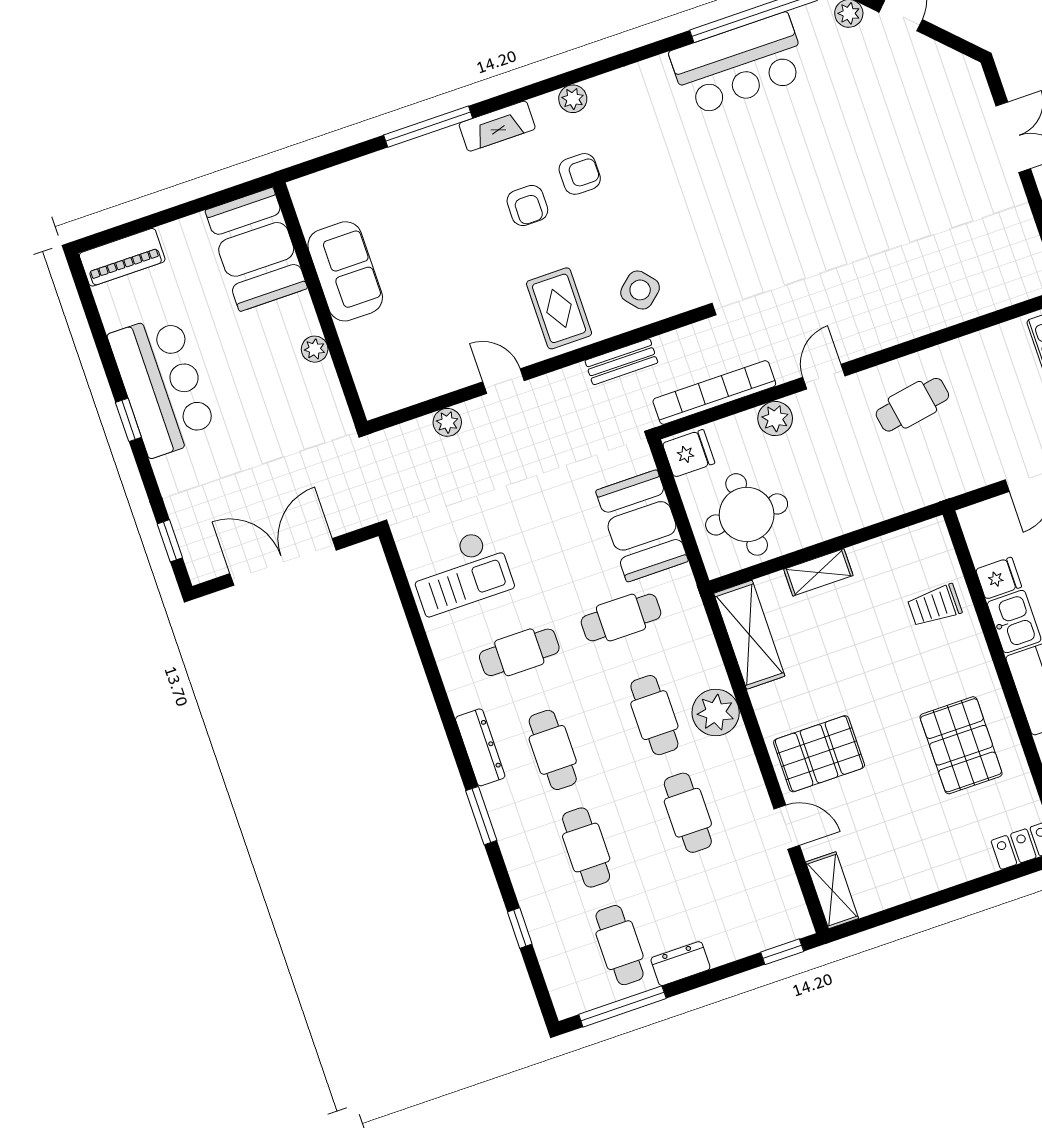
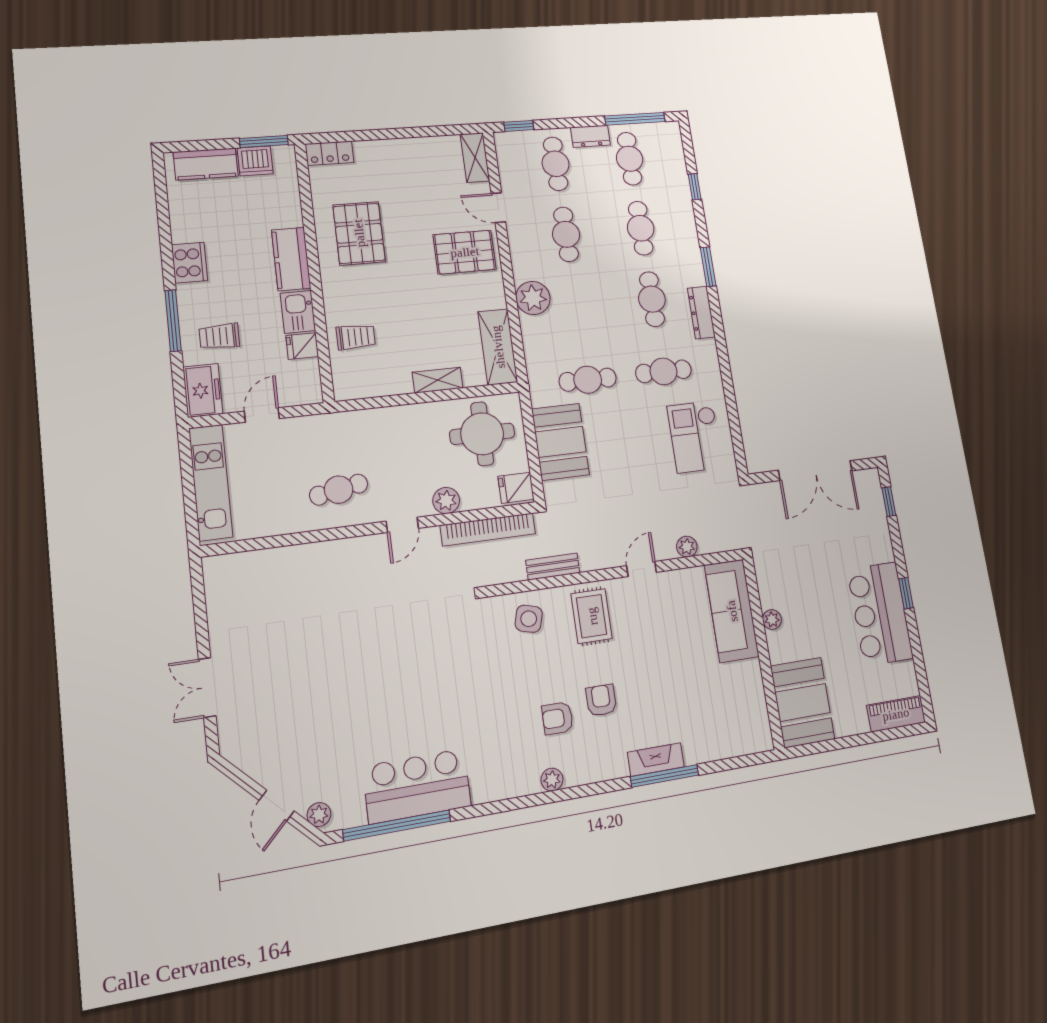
fireplace: (497, 126) -> (656, 760), moved
sofa: (345, 271) -> (732, 611), moved, width x1.36
side table: (640, 290) -> (529, 619), turned -34
door: (503, 381) -> (642, 569), swing flipped
checkout: (460, 572) -> (695, 437), turned -90
cafe table: (654, 715) -> (556, 164), moved

